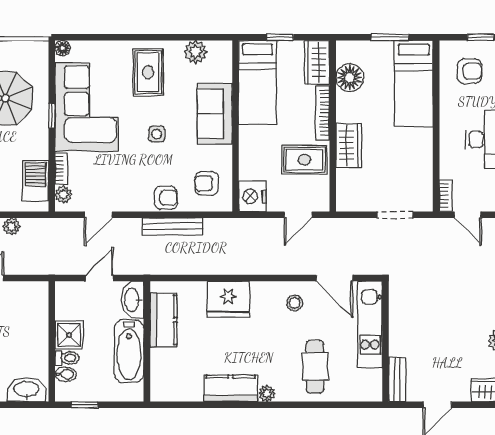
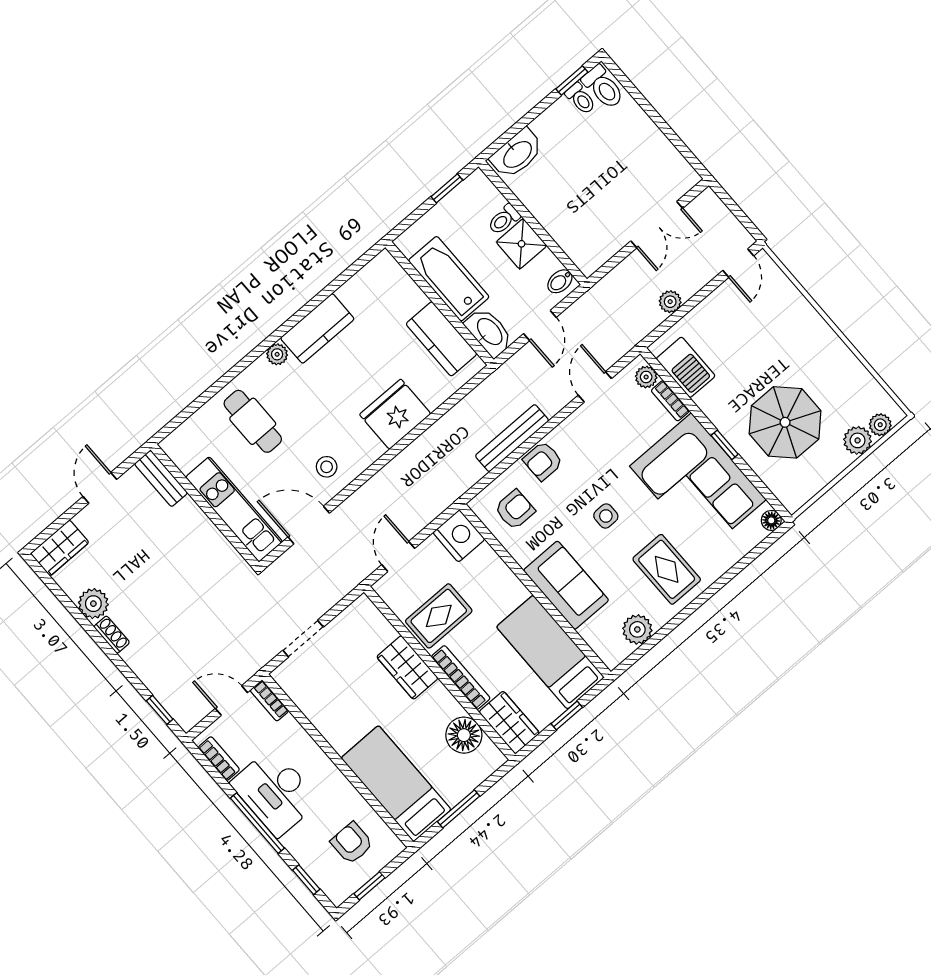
armchair: (469, 71) -> (352, 843), turned 90
bidet: (66, 374) -> (560, 281), moved

